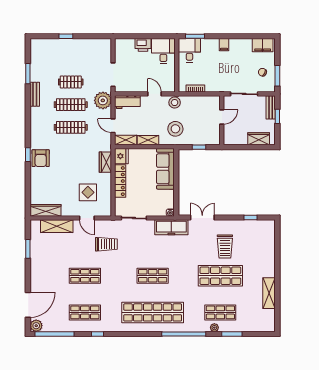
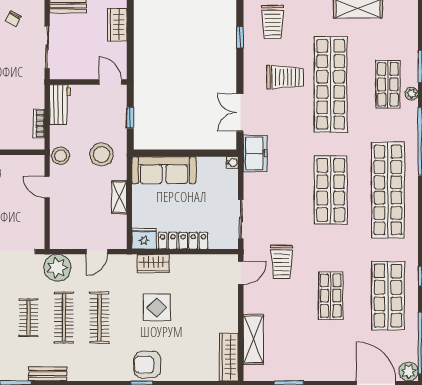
door: (155, 94) -> (47, 187), hinge flipped
workbench: (127, 102) -> (60, 104), moved
door: (222, 117) -> (110, 82), moved
shelving: (126, 140) -> (119, 232), removed
armchair: (41, 158) -> (147, 365), turned 180
display table: (88, 192) -> (157, 307), moved
door: (87, 218) -> (241, 273), moved
freezer: (171, 227) -> (255, 153), width x0.71
trolley: (260, 239) -> (273, 22), added
trolley: (106, 244) -> (282, 262), turned 180
shop shelf: (153, 276) -> (331, 190), width x1.43, depth x1.36
shop shelf: (220, 276) -> (331, 84), width x1.40
shop shelf: (85, 312) -> (388, 296), width x1.43, depth x1.36

